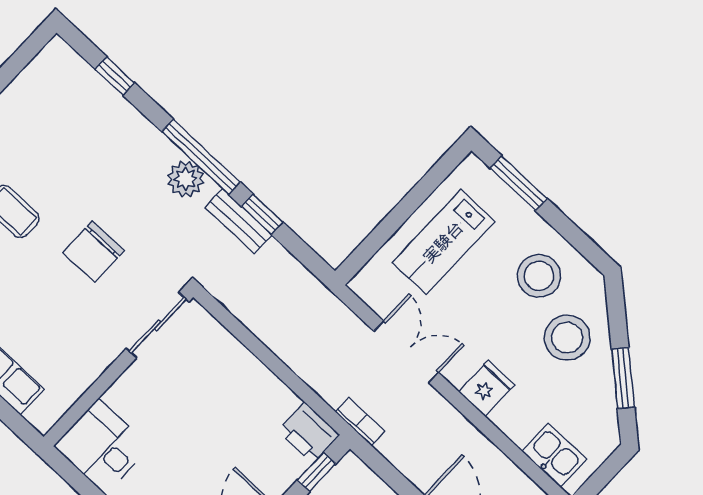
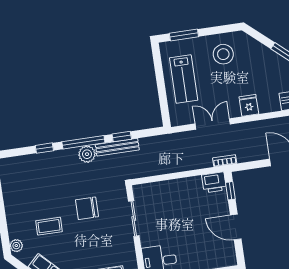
window: (115, 76) -> (44, 148), moved
bench: (238, 221) -> (117, 147), width x1.36
chair: (94, 252) -> (87, 208), turned 90
sliding door: (158, 325) -> (134, 219), moved
stool: (567, 338) -> (254, 62), removed

